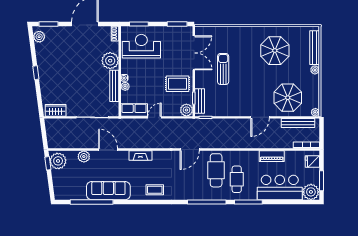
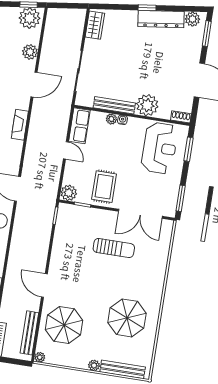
dresser: (43, 61) -> (161, 19), added
bench: (200, 101) -> (78, 211), removed

